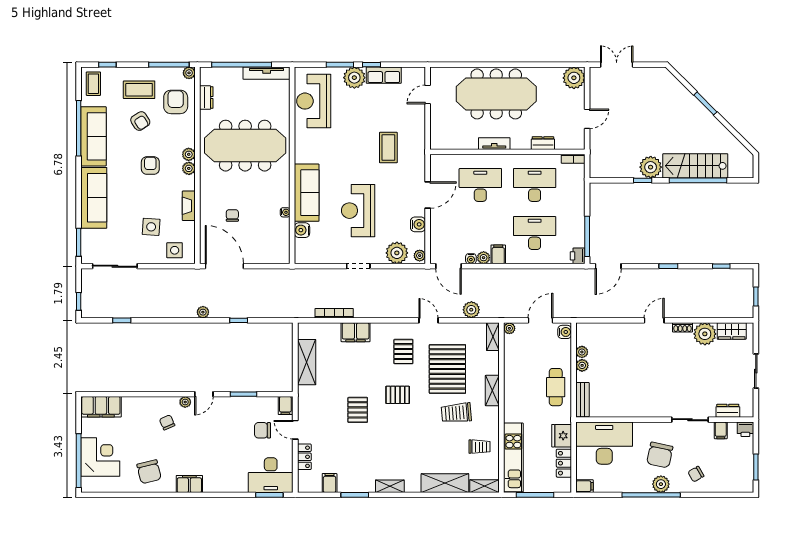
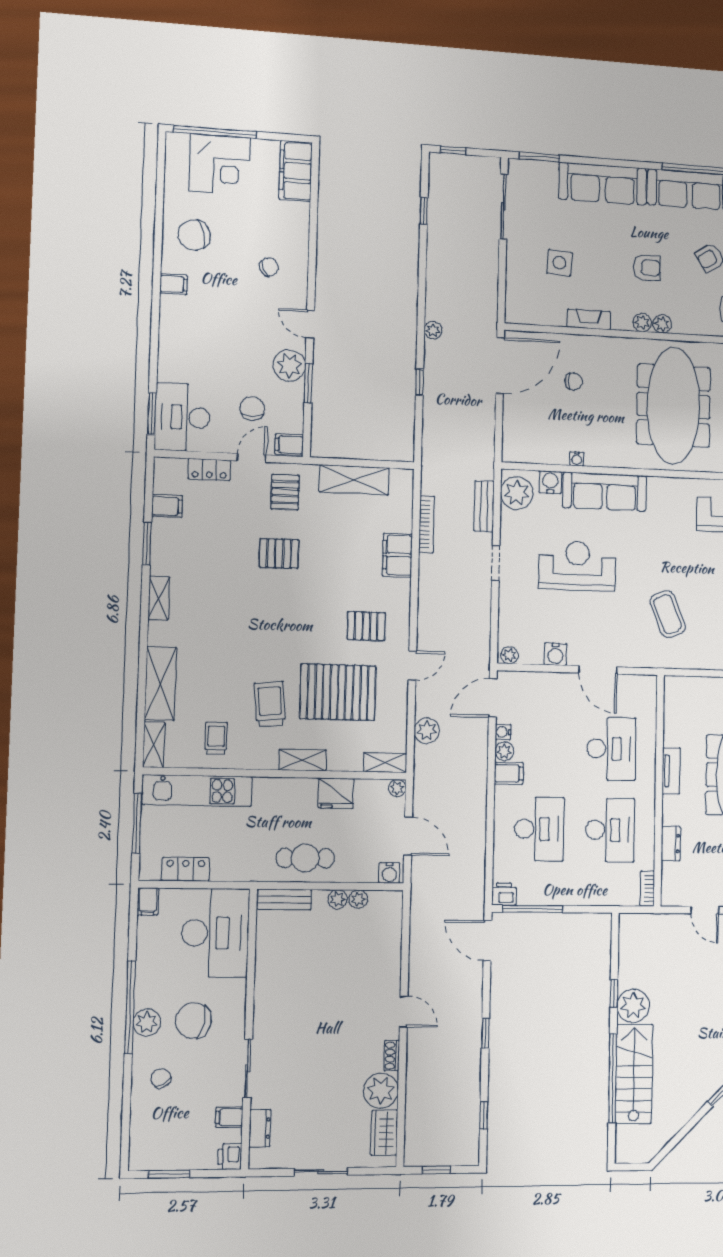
coffee table: (388, 148) -> (668, 614), turned 68
side table: (175, 250) -> (525, 295), removed
plant: (397, 253) -> (517, 493), moved
bench: (320, 275) -> (484, 506), added
pallet: (398, 395) -> (285, 492), moved
plant: (185, 402) -> (289, 366), moved, width x1.88, depth x1.88
fridge: (562, 436) -> (336, 793), moved, turned 180
trolley: (479, 447) -> (216, 738), turned 180
filing cabinet: (189, 484) -> (174, 284), width x0.50

